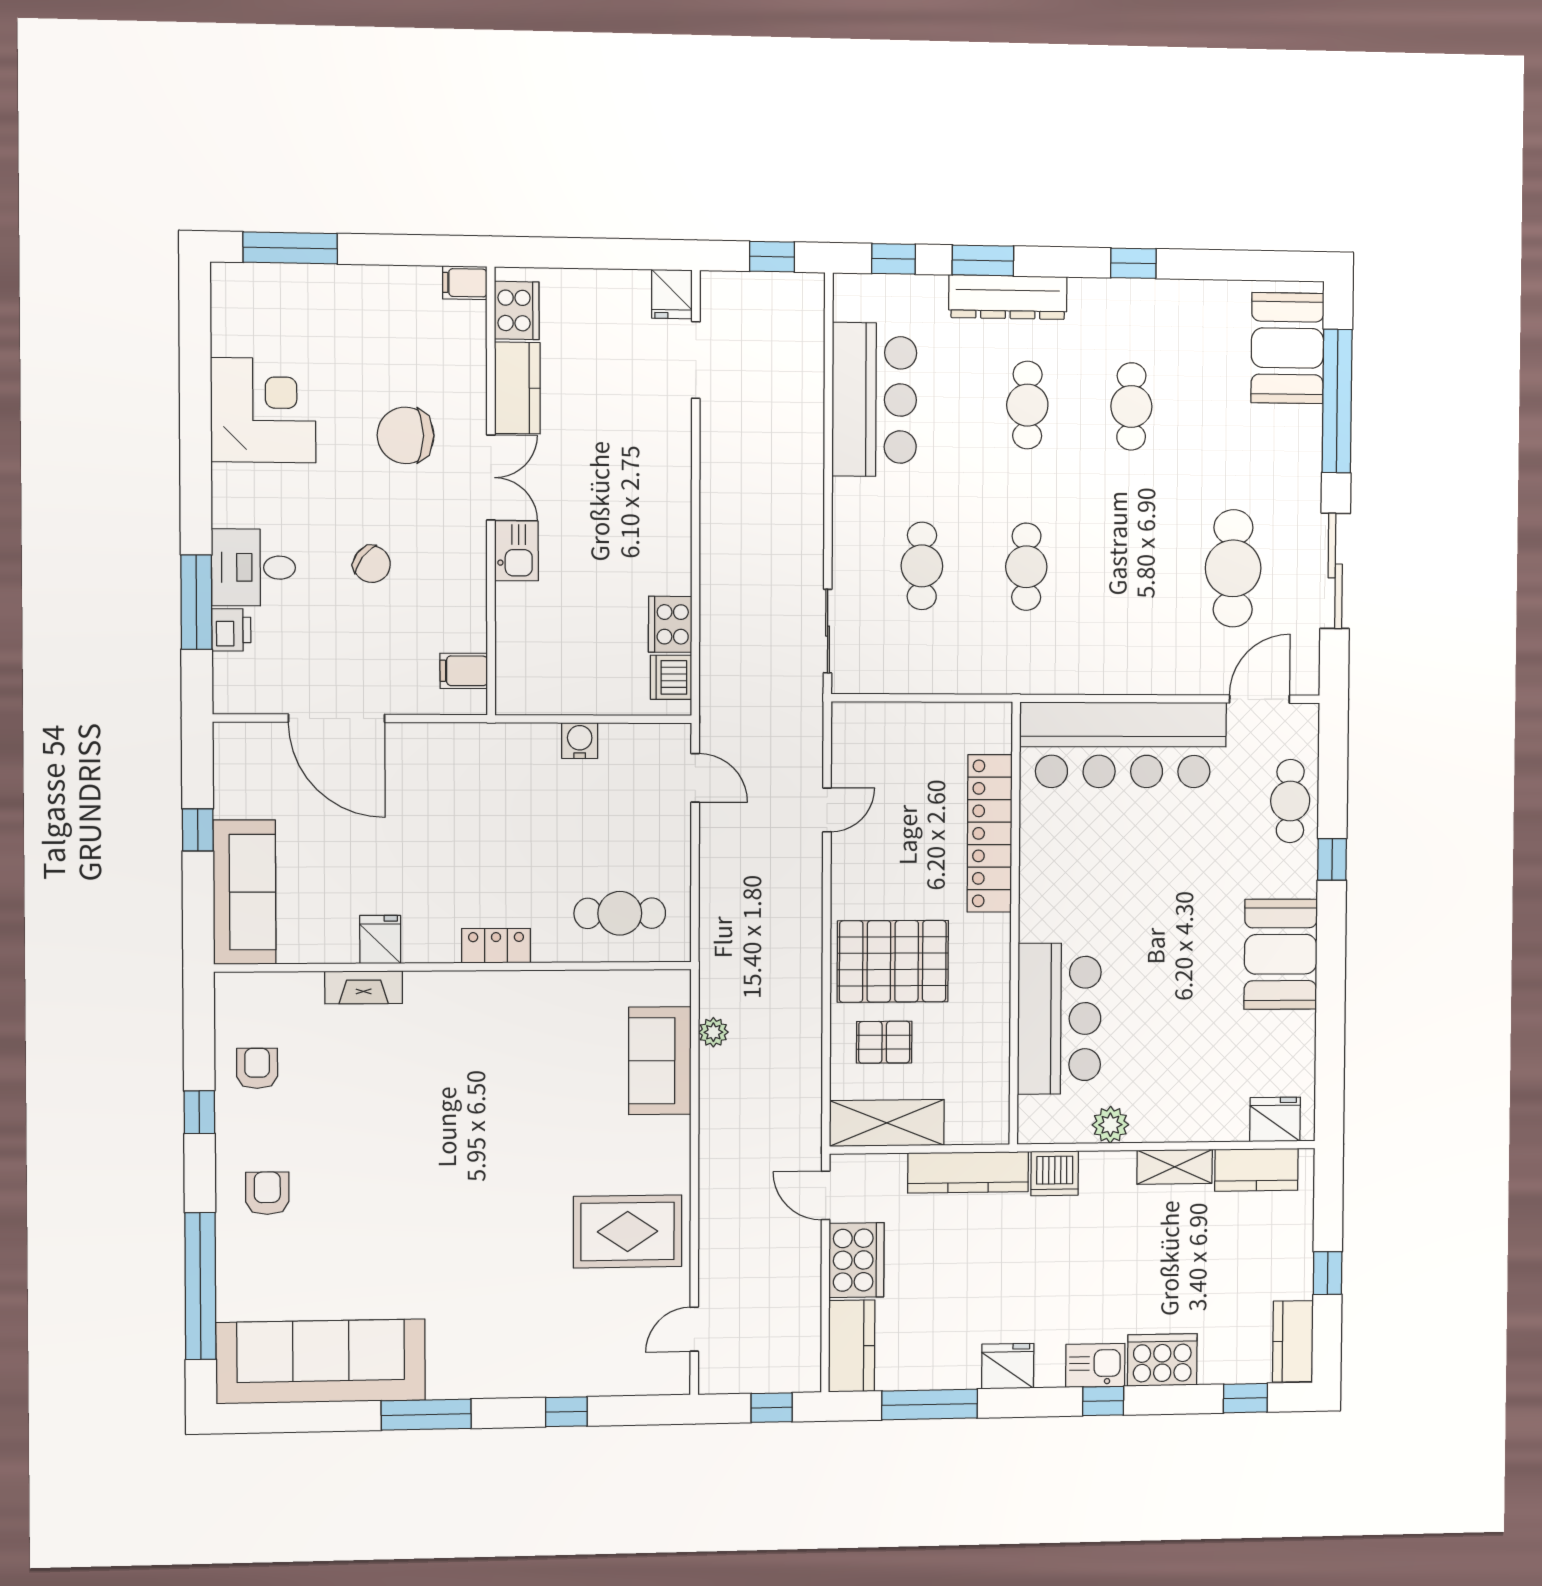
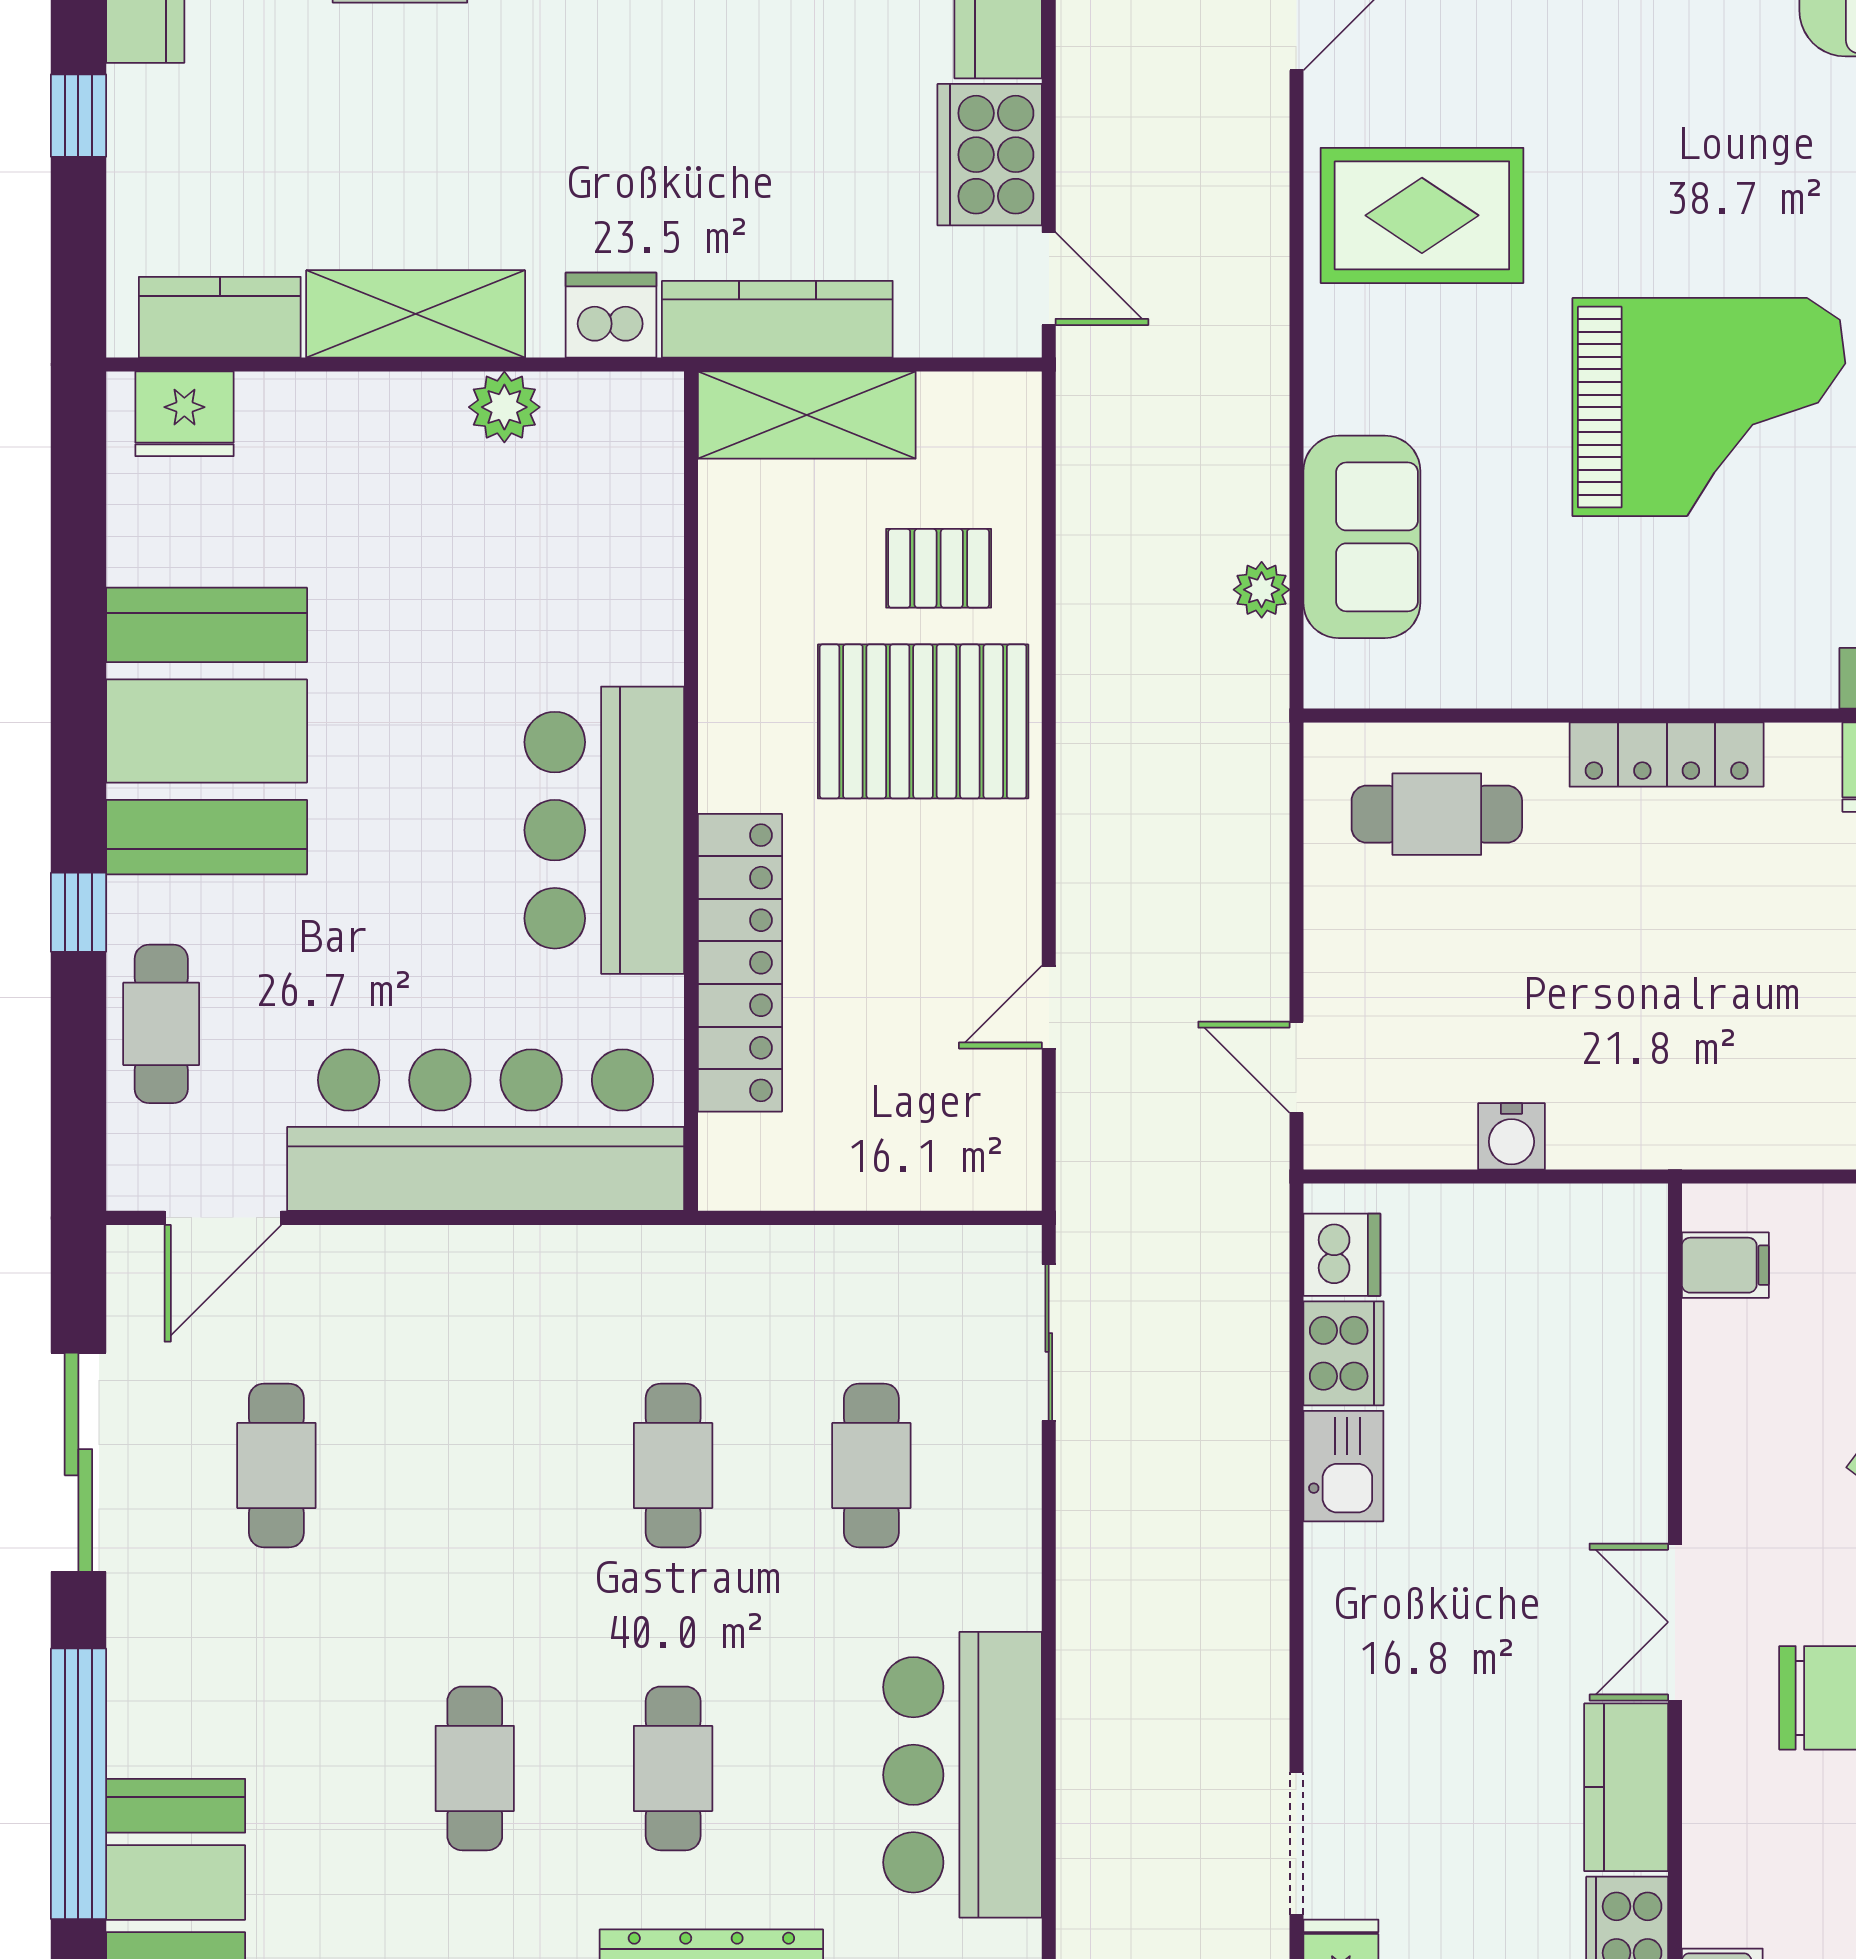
kitchen sink: (517, 551) -> (1343, 1466), moved, turned 180
cafe table: (1233, 568) -> (276, 1466), width x0.73, depth x0.74
locker: (496, 946) -> (1667, 755), width x1.53
booth: (1281, 954) -> (207, 731), width x1.36, depth x1.42
bar counter: (1059, 1019) -> (604, 830), moved
shelving: (887, 1123) -> (807, 415), moved
grand piano: (473, 1132) -> (1709, 407), added
shelving: (1175, 1167) -> (416, 314), width x1.50, depth x1.33

